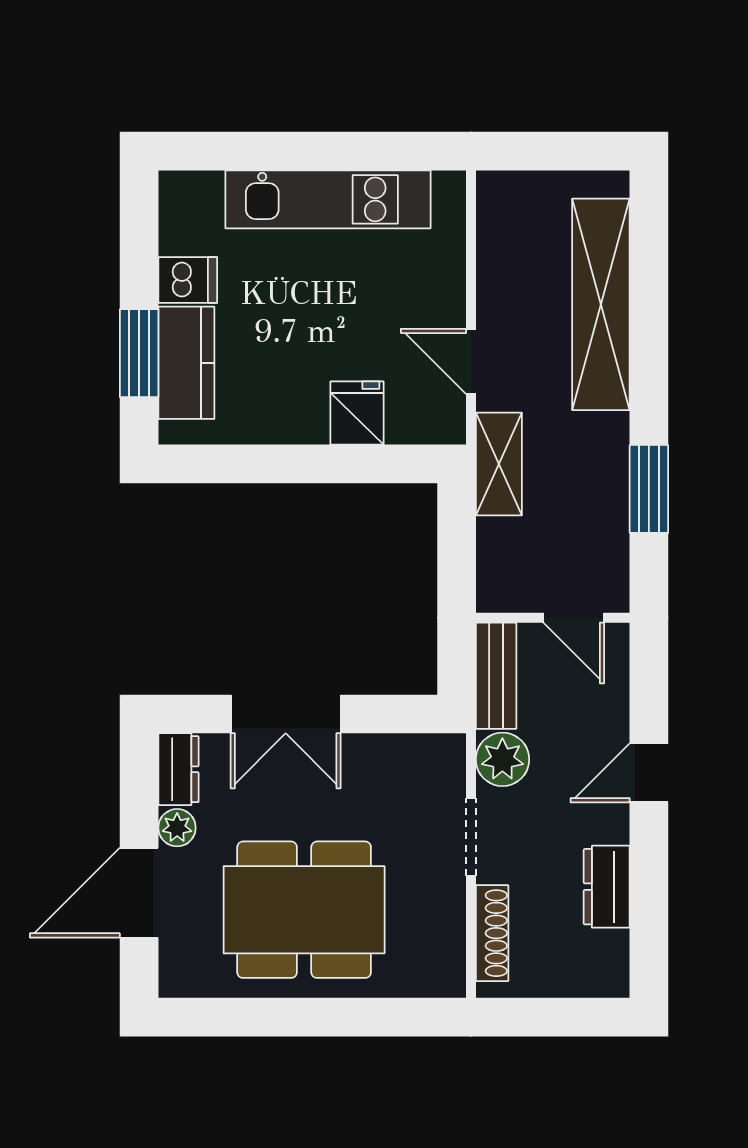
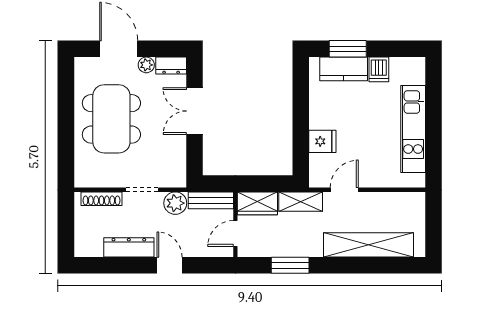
wardrobe: (503, 566) -> (257, 203), added
dresser: (607, 887) -> (129, 247), width x1.44

